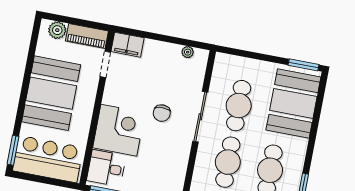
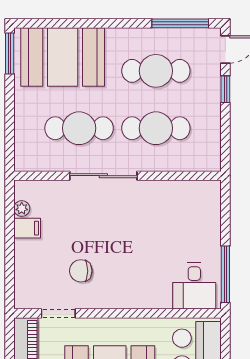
filing cabinet: (128, 45) -> (27, 228), moved, width x0.50
chair: (162, 113) -> (81, 271), moved, turned 180
corner desk: (119, 130) -> (141, 279), removed

